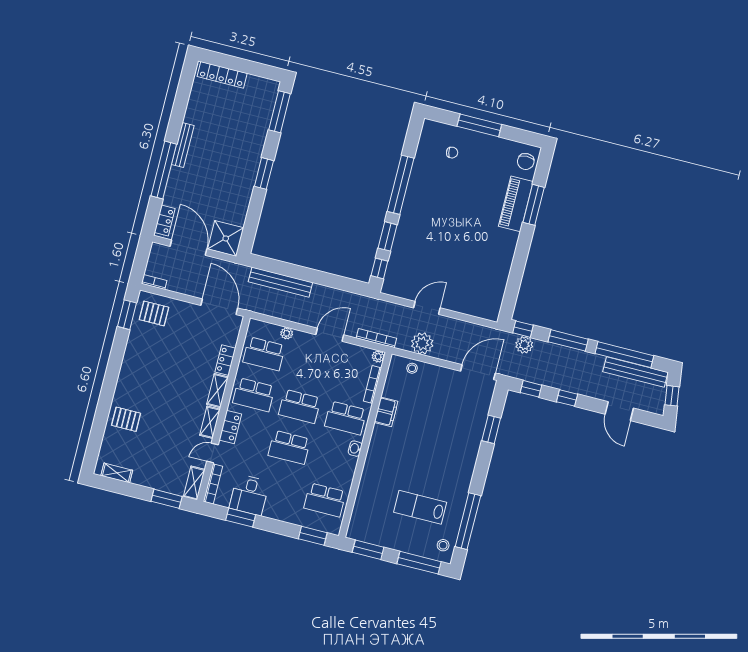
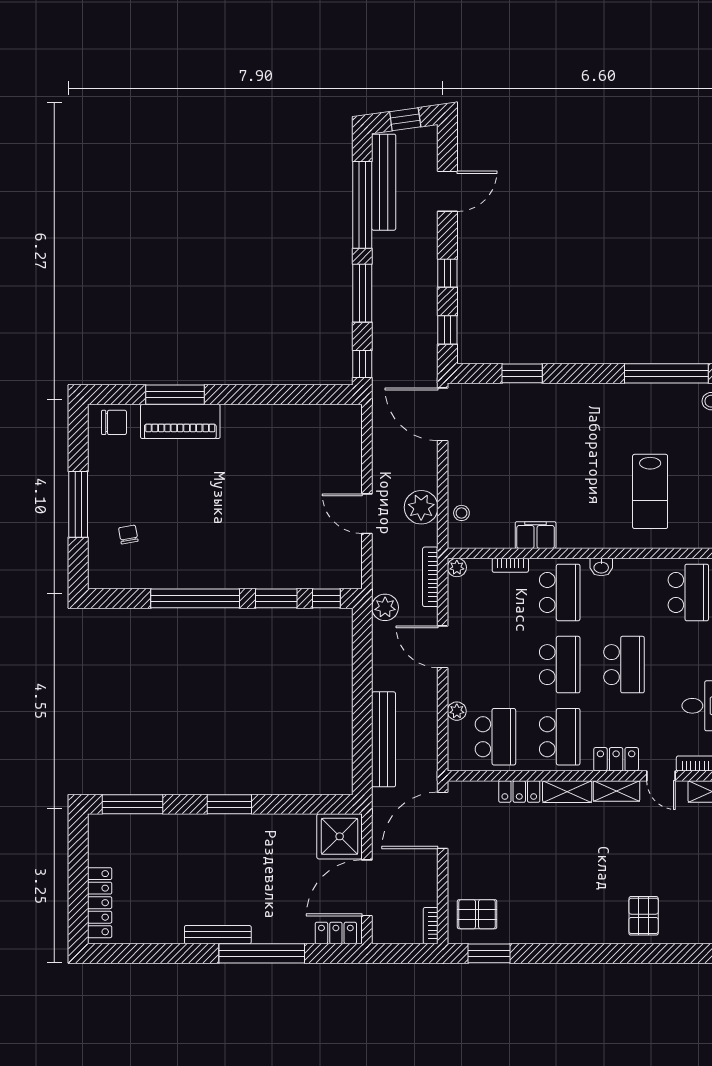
pallet: (154, 313) -> (477, 914), turned 90
plant: (524, 345) -> (385, 607), moved
bookcase: (373, 384) -> (510, 565), width x0.64
lab bench: (420, 507) -> (650, 491), moved

